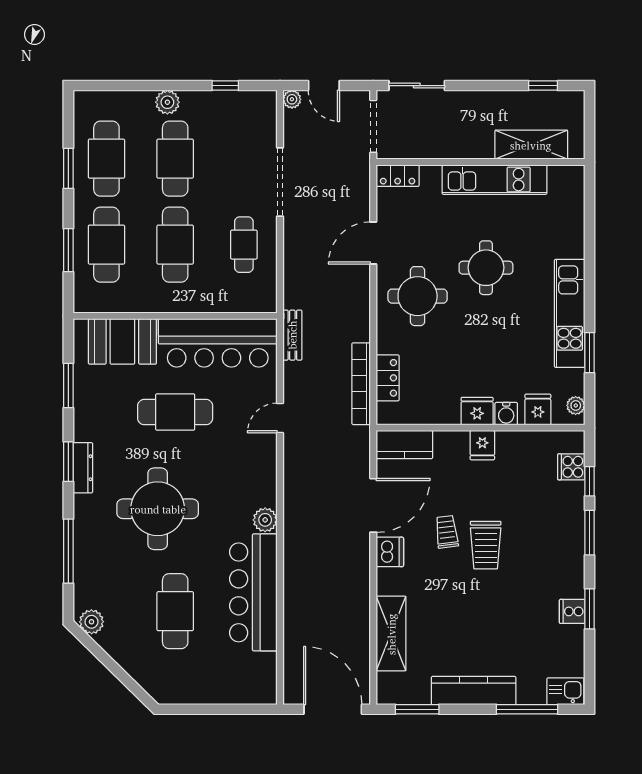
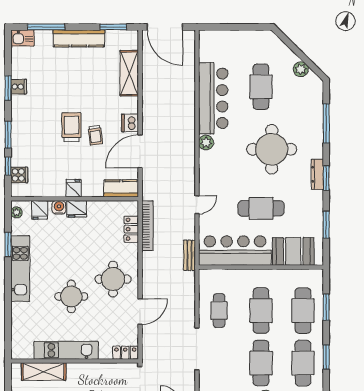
plant: (91, 622) -> (301, 69), moved

